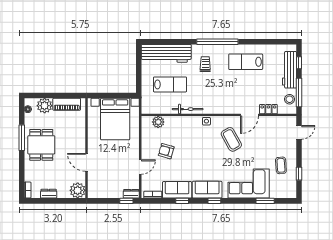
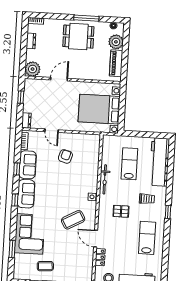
window: (217, 42) -> (168, 212), width x0.32
lab bench: (170, 84) -> (129, 164), turned 180
pallet: (220, 90) -> (121, 211), added
plant: (158, 122) -> (94, 150), removed
window: (126, 201) -> (21, 97), moved

